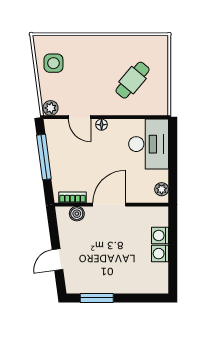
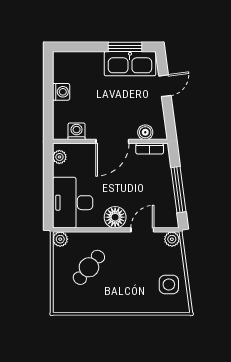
plant: (161, 108) -> (60, 239), added
door: (80, 117) -> (142, 230), hinge flipped
floor lamp: (102, 125) -> (115, 217), width x1.89, depth x1.89
washing machine: (160, 236) -> (77, 131), moved, turned -90
kitchen sink: (92, 281) -> (130, 64), added

